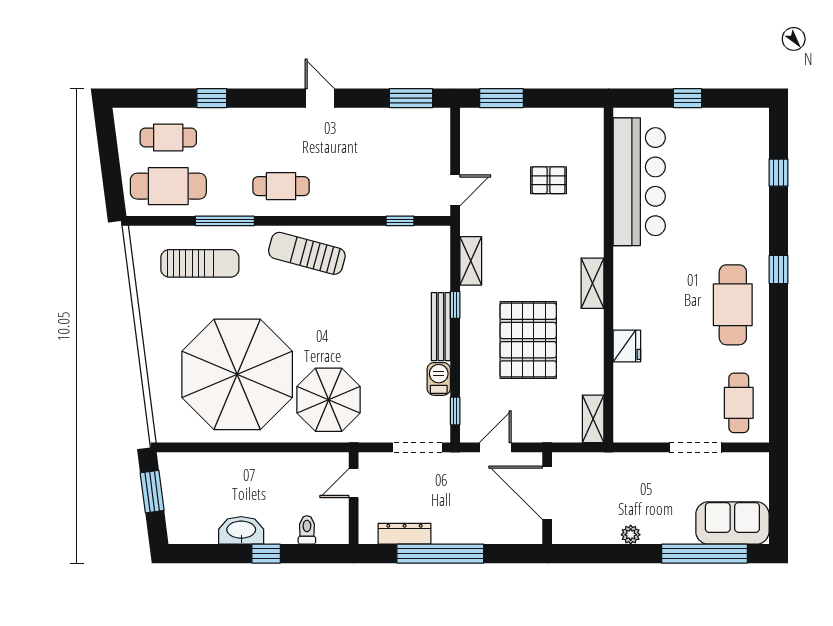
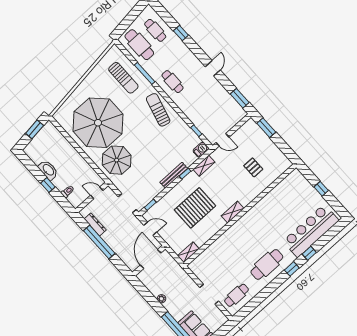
window: (778, 173) -> (309, 253), moved
bar counter: (639, 182) -> (311, 231), moved, turned 180
fridge: (627, 346) -> (222, 242), removed
barbecue: (439, 379) -> (201, 150), moved

